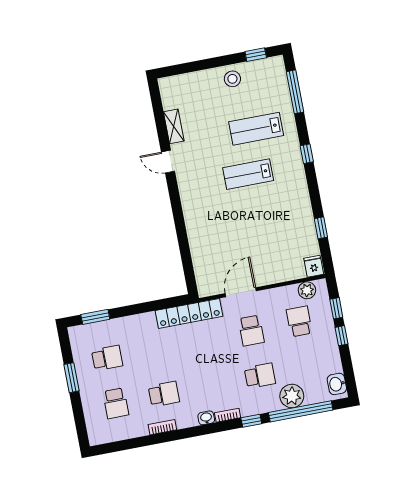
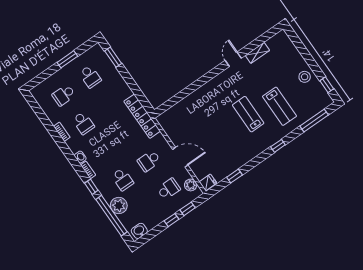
lab bench: (256, 129) -> (279, 106), turned 180
door: (241, 292) -> (180, 157), moved

